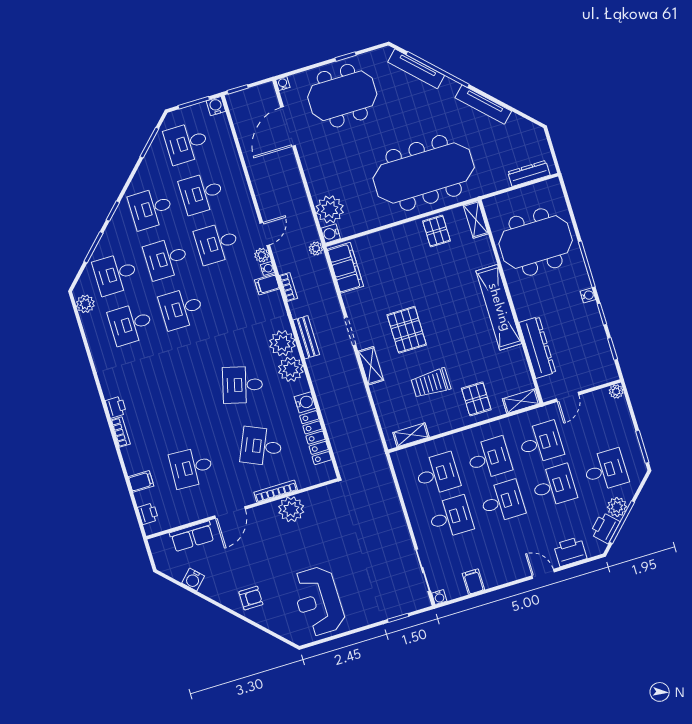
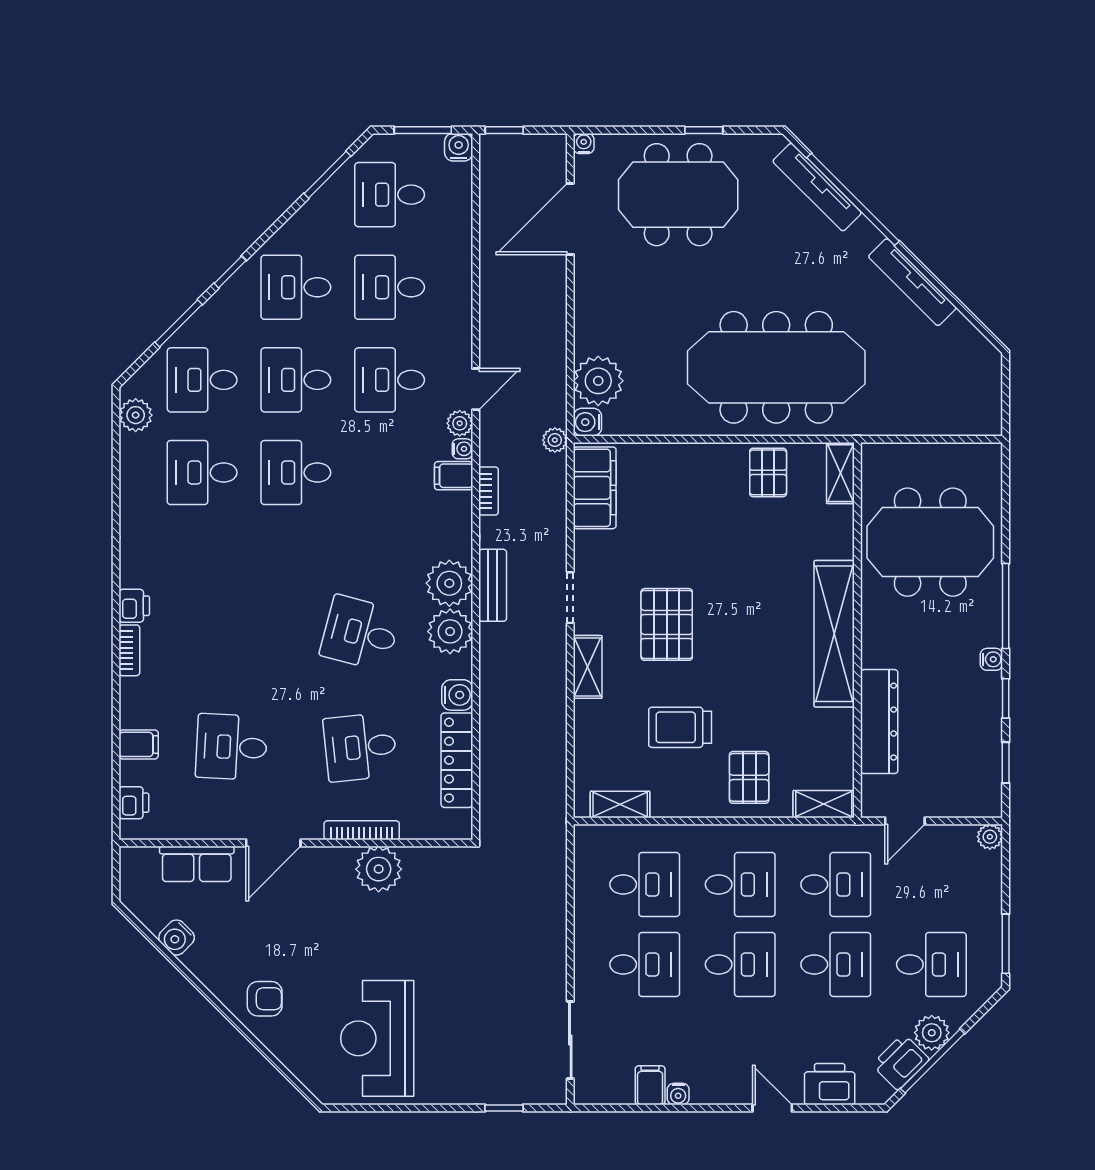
dresser: (529, 173) -> (954, 422), removed
desk: (261, 446) -> (360, 747), turned -30
water cooler: (439, 597) -> (678, 1094), moved

